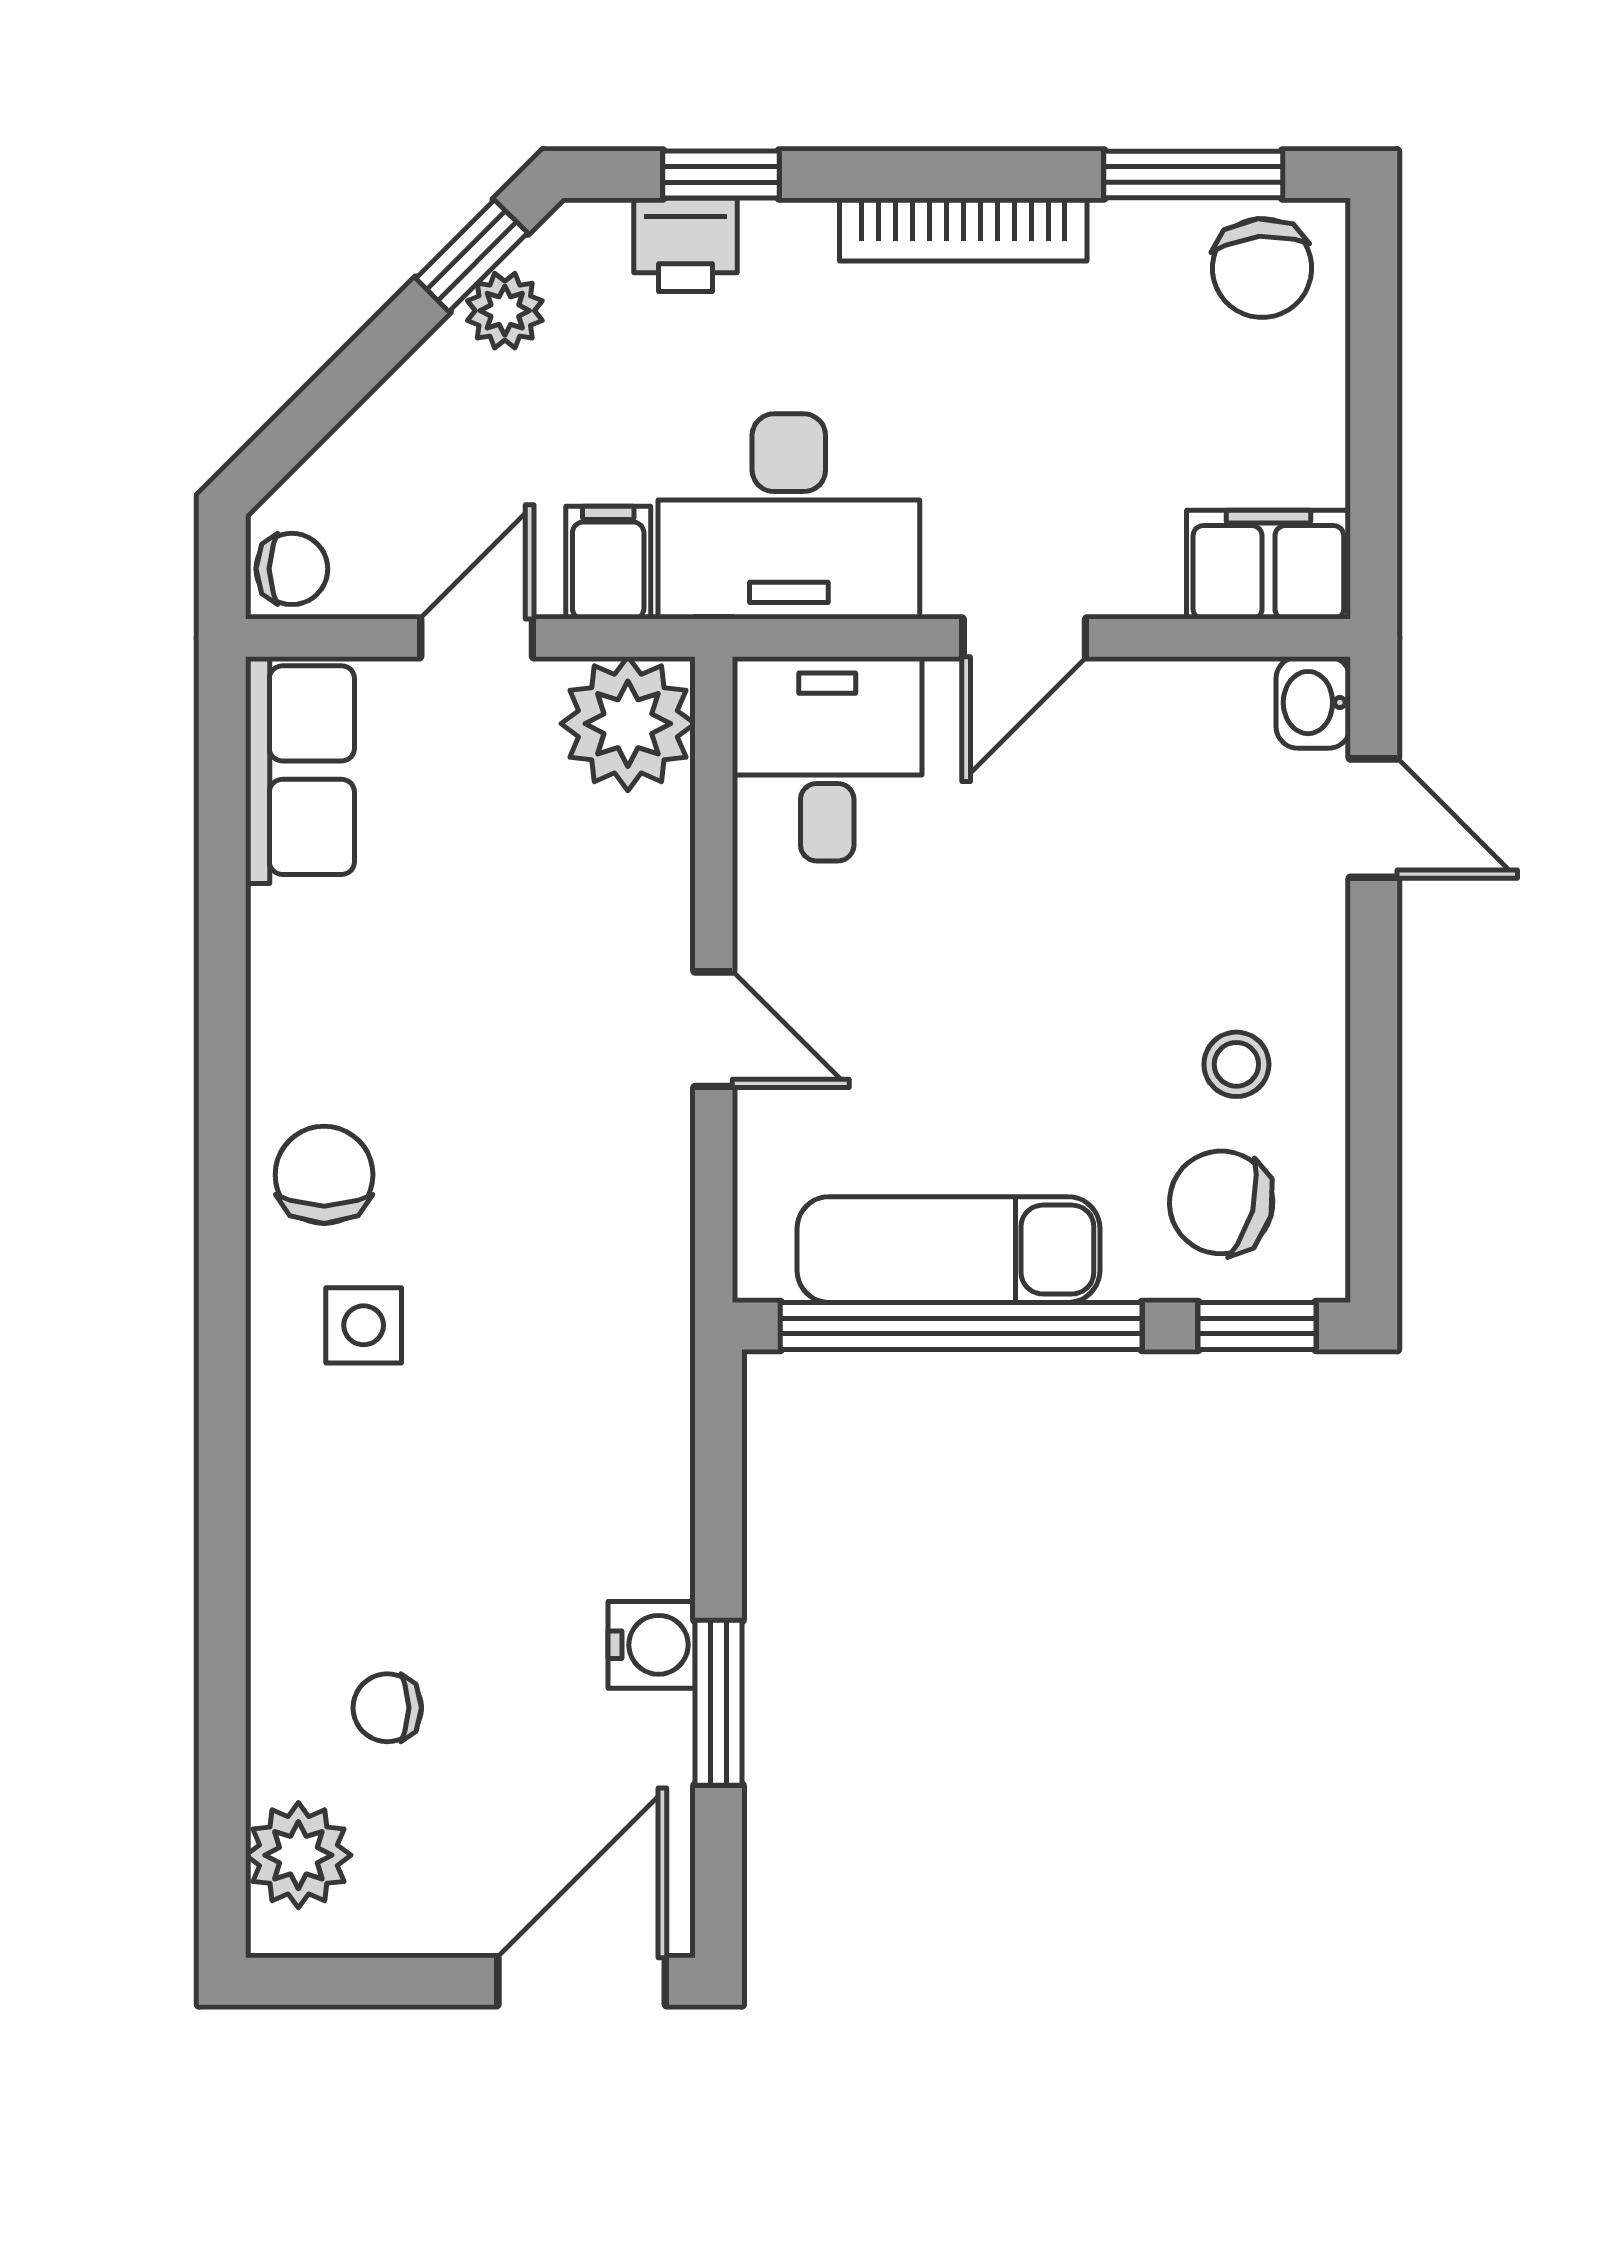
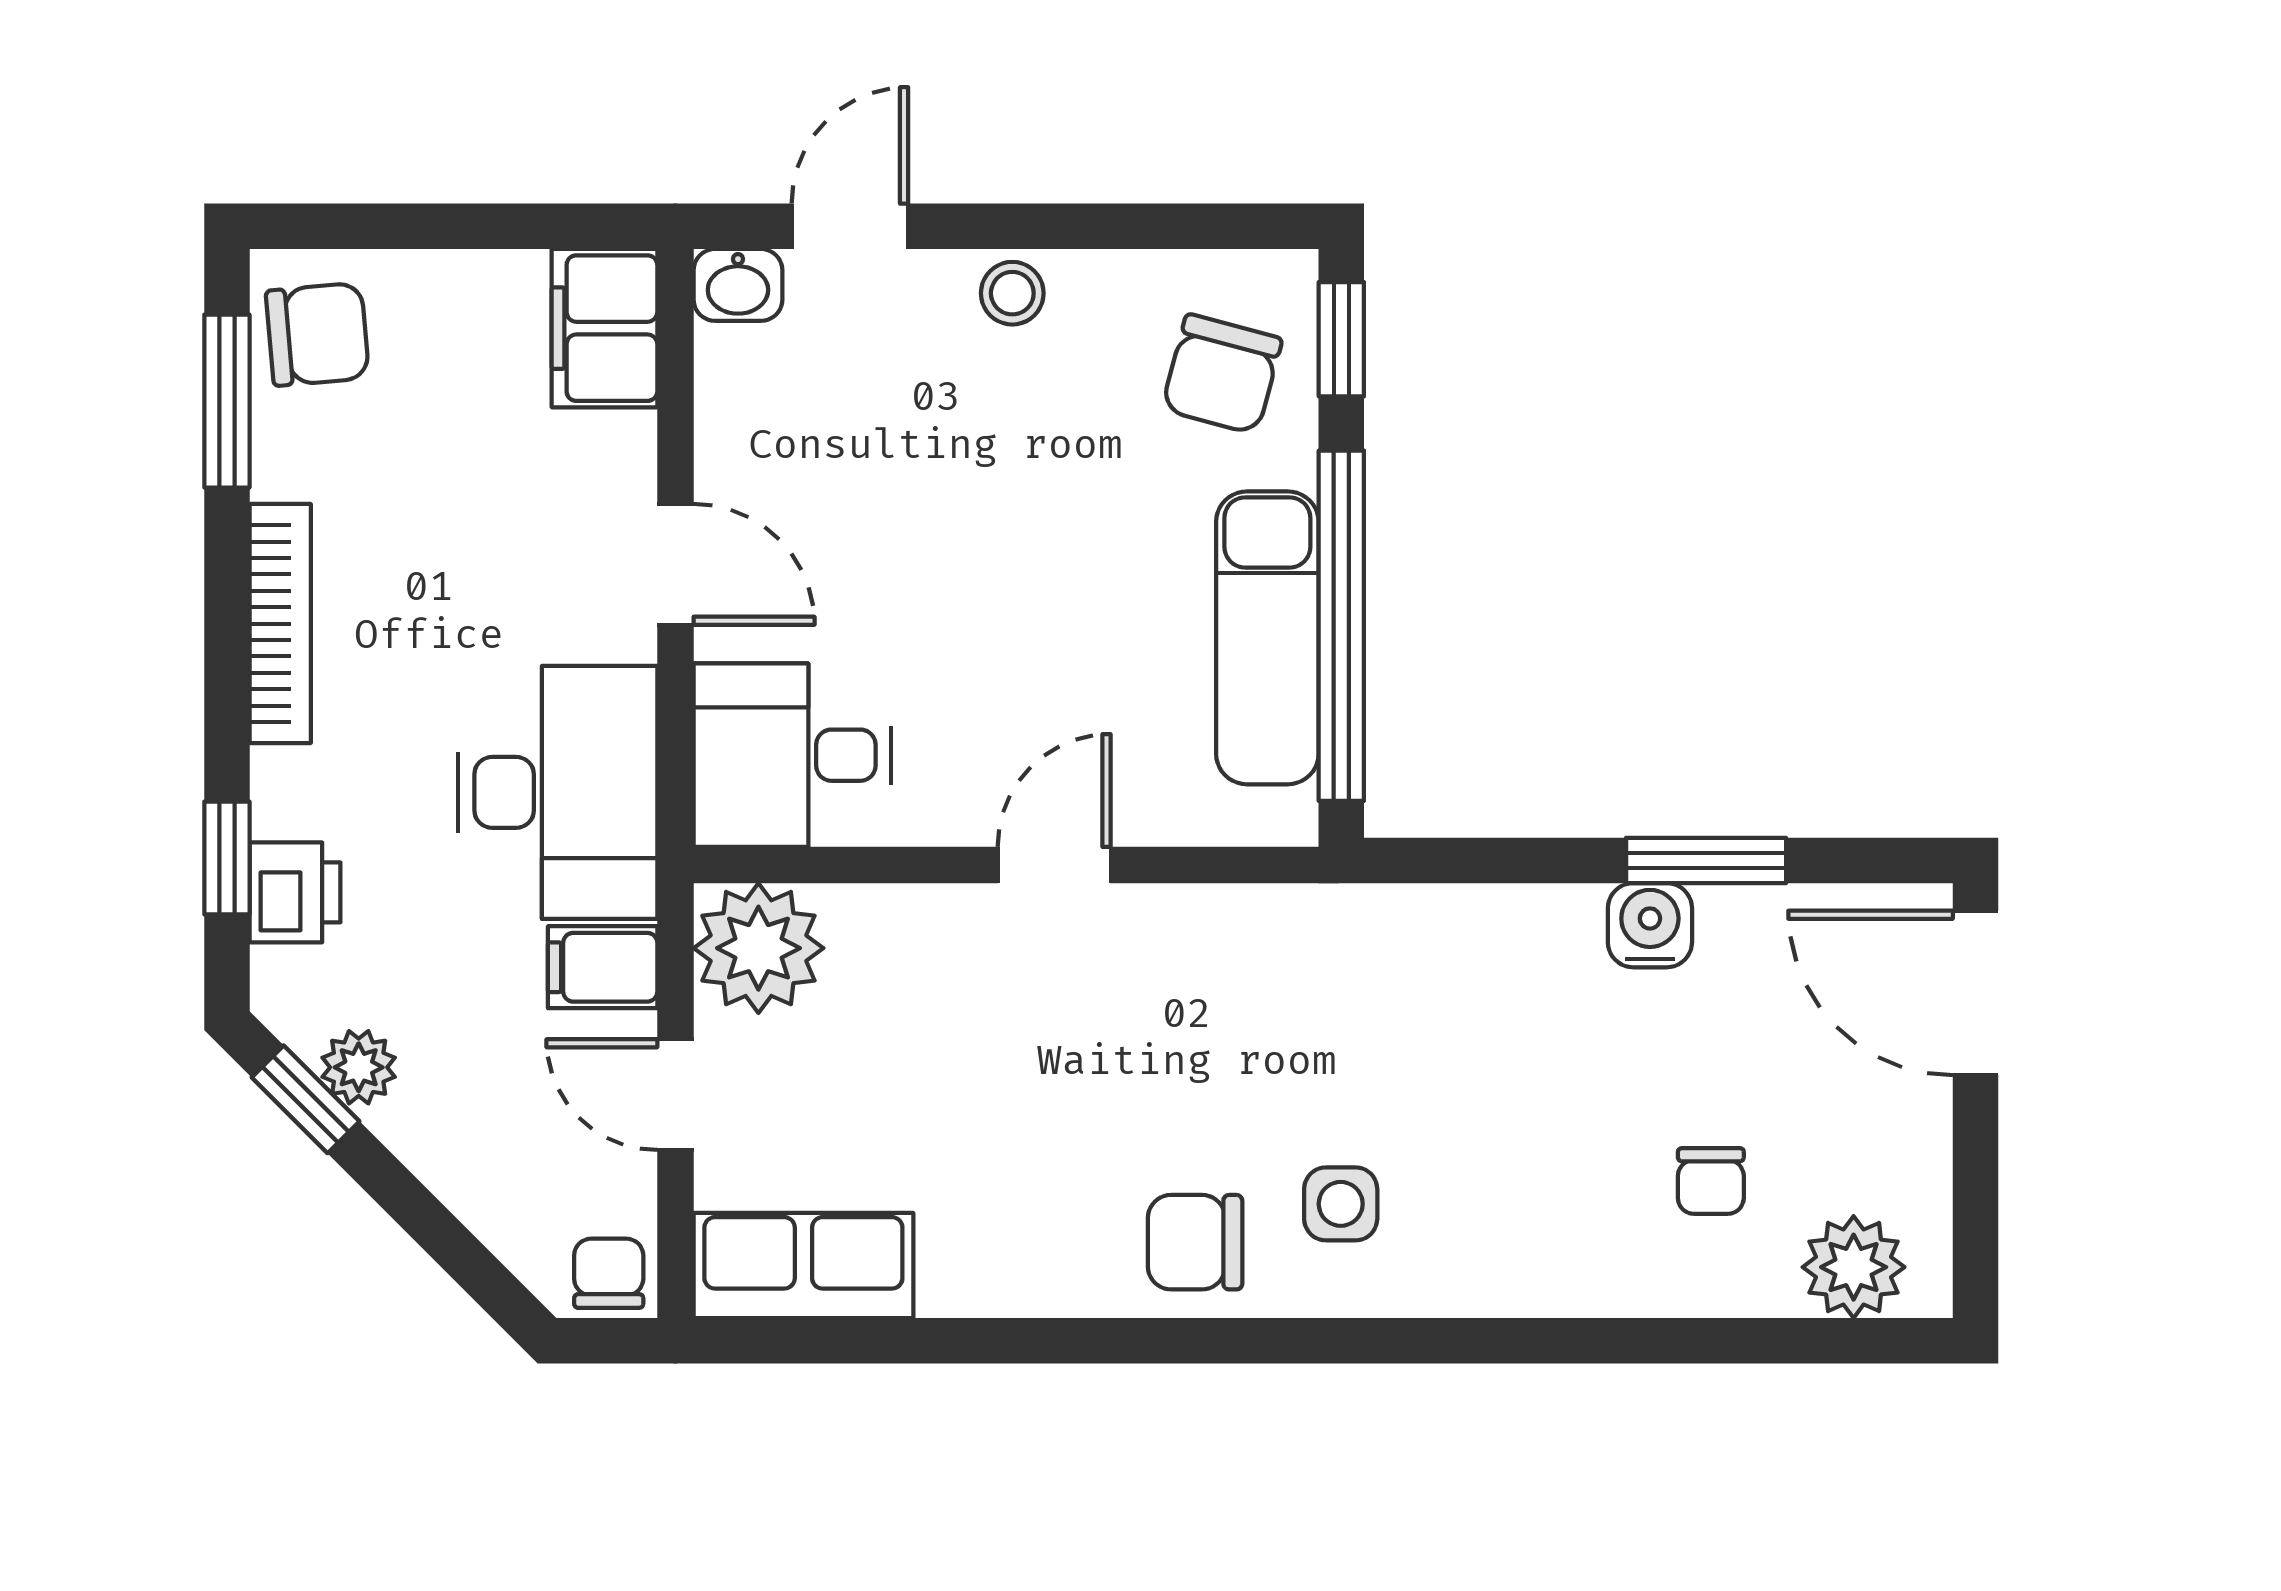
stool: (1236, 1064) -> (1012, 293), moved

